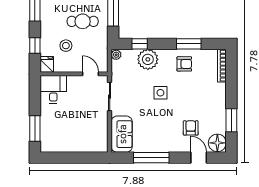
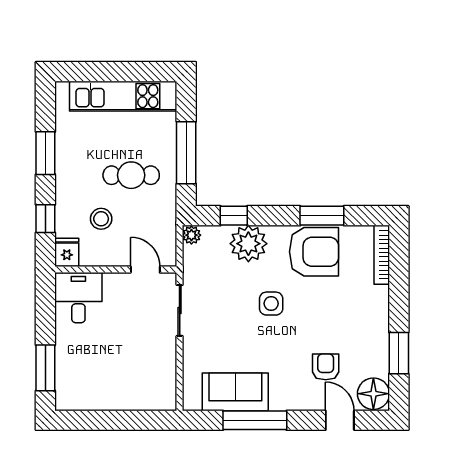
armchair: (184, 64) -> (314, 252), width x1.88, depth x1.88
sofa: (122, 134) -> (235, 392), moved, turned -90

